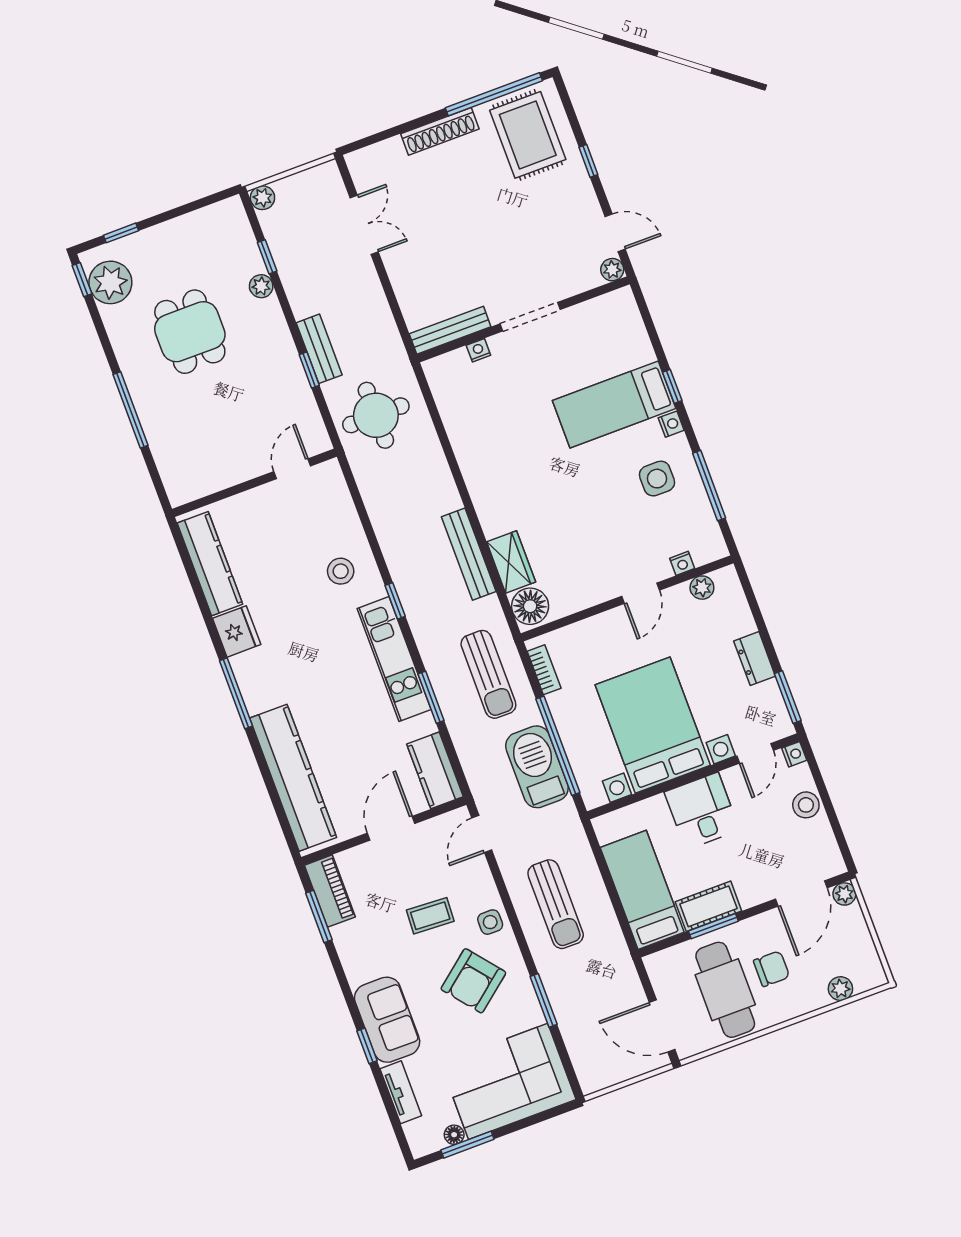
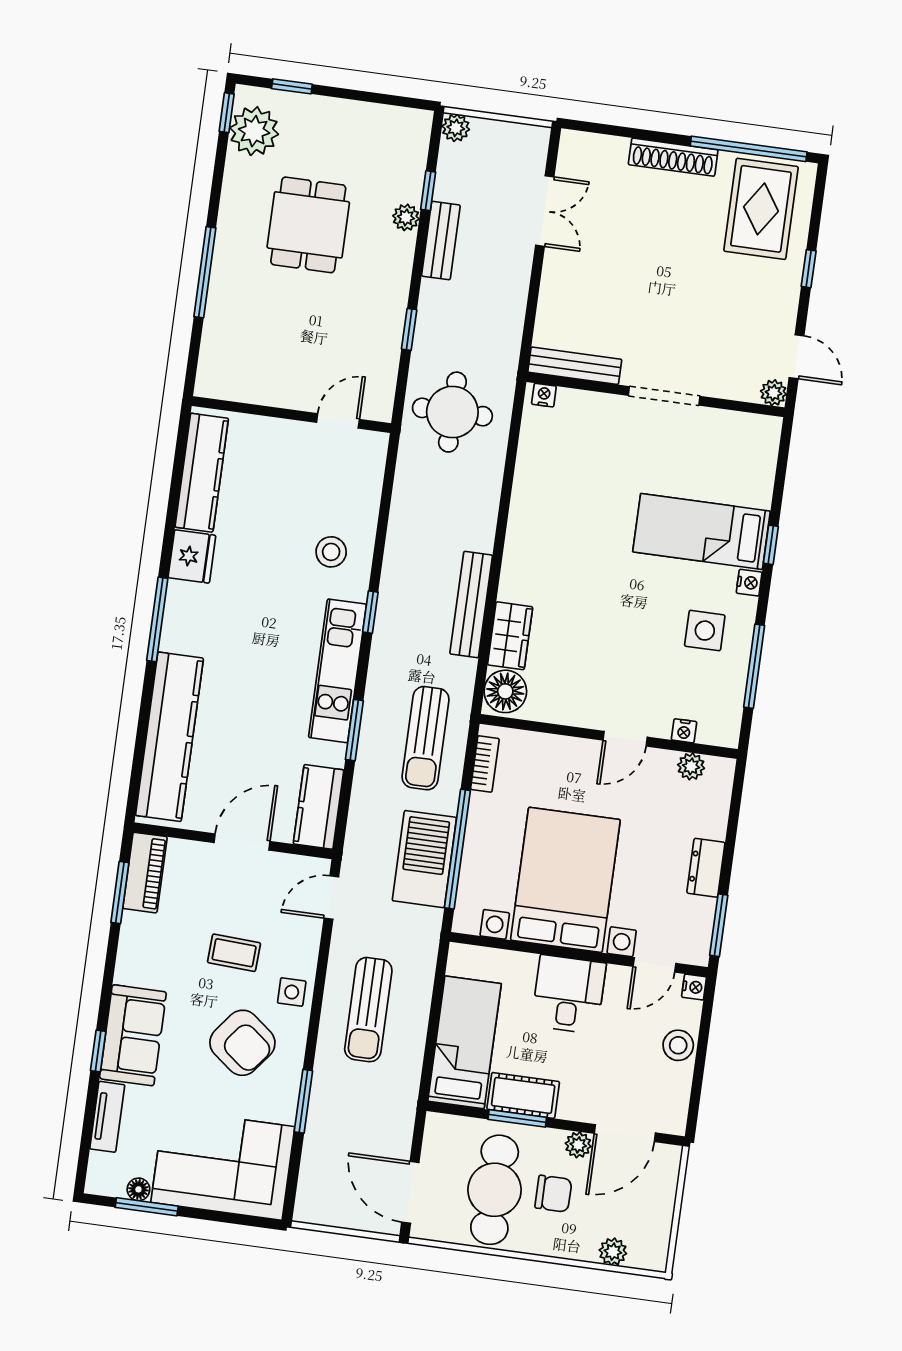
bench: (319, 349) -> (441, 241), moved
nightstand: (478, 350) -> (544, 395), moved
plant: (844, 894) -> (578, 1145), moved
armchair: (473, 981) -> (242, 1043), turned -103

